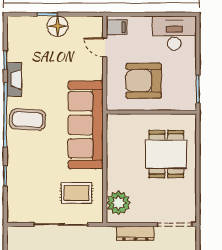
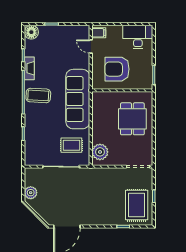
floor lamp: (58, 26) -> (31, 32), moved
dresser: (135, 233) -> (111, 173), removed

